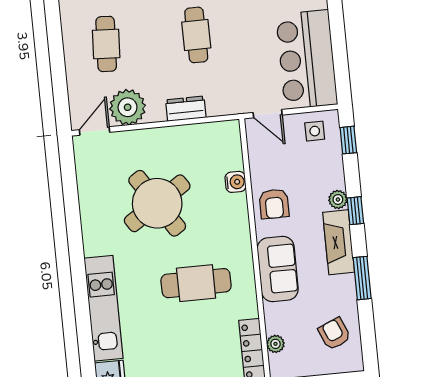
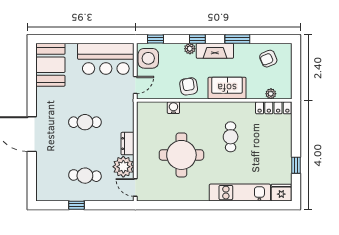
window: (55, 35) -> (77, 205), added
dresser: (186, 109) -> (128, 144), moved
side table: (315, 131) -> (148, 58), width x1.87, depth x1.87
round table: (157, 203) -> (181, 155), turned 33
armchair: (274, 204) -> (189, 86), turned -99
cafe table: (196, 283) -> (231, 137), width x0.73, depth x0.74

